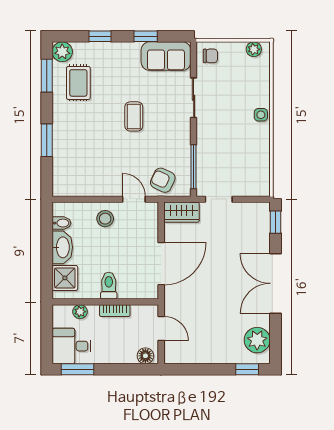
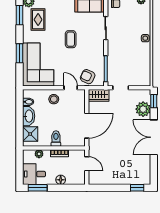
corner sofa: (79, 160) -> (38, 65), added
plant: (257, 340) -> (143, 109), moved
floor lamp: (145, 356) -> (61, 180), moved

